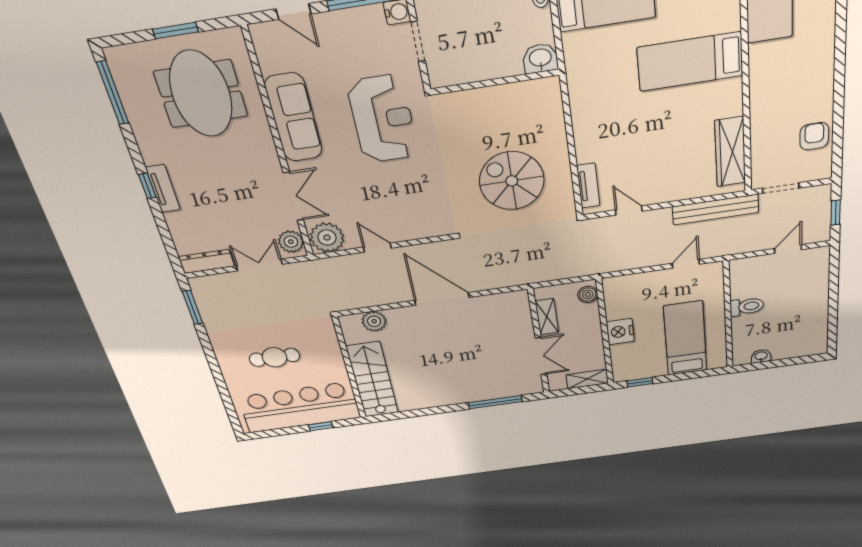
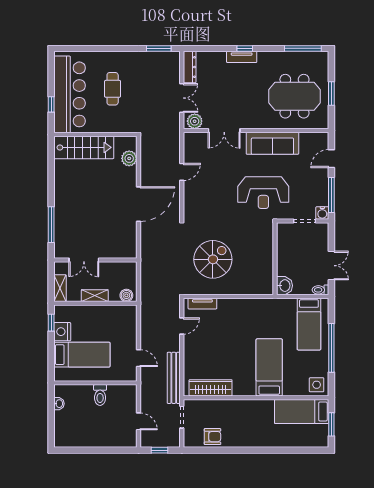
plant: (327, 238) -> (194, 143), removed
shelving: (547, 317) -> (95, 296), moved
nightstand: (620, 332) -> (62, 332), moved, turned -90

